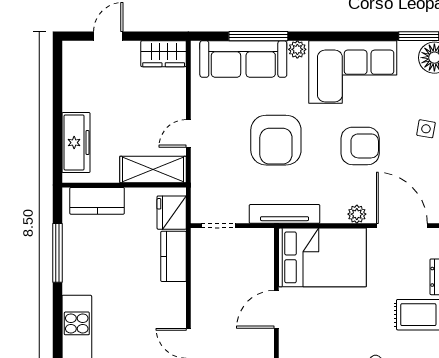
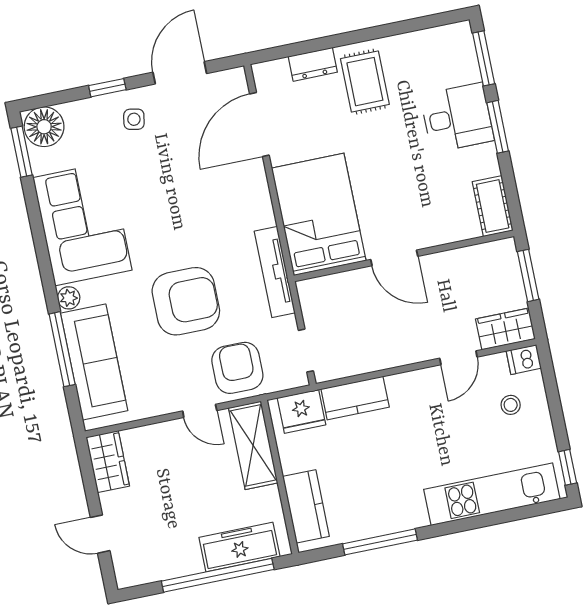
window: (57, 121) -> (218, 575), added
armchair: (360, 146) -> (237, 368), moved
plant: (357, 214) -> (257, 183), removed

